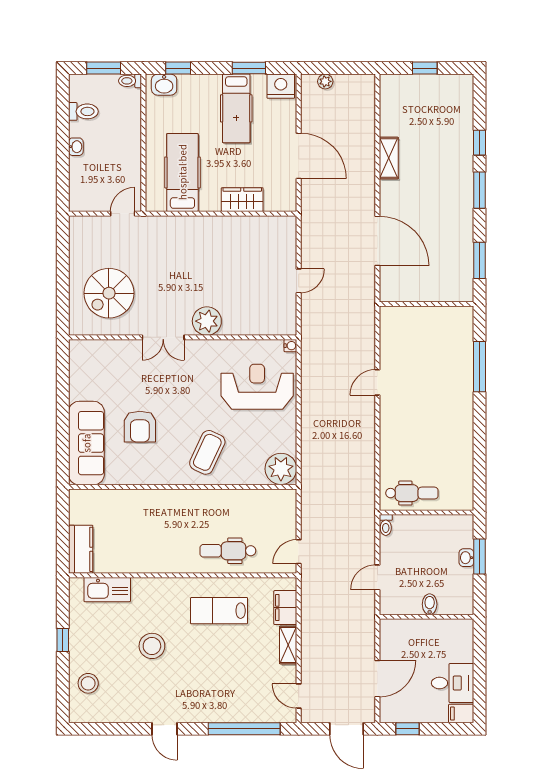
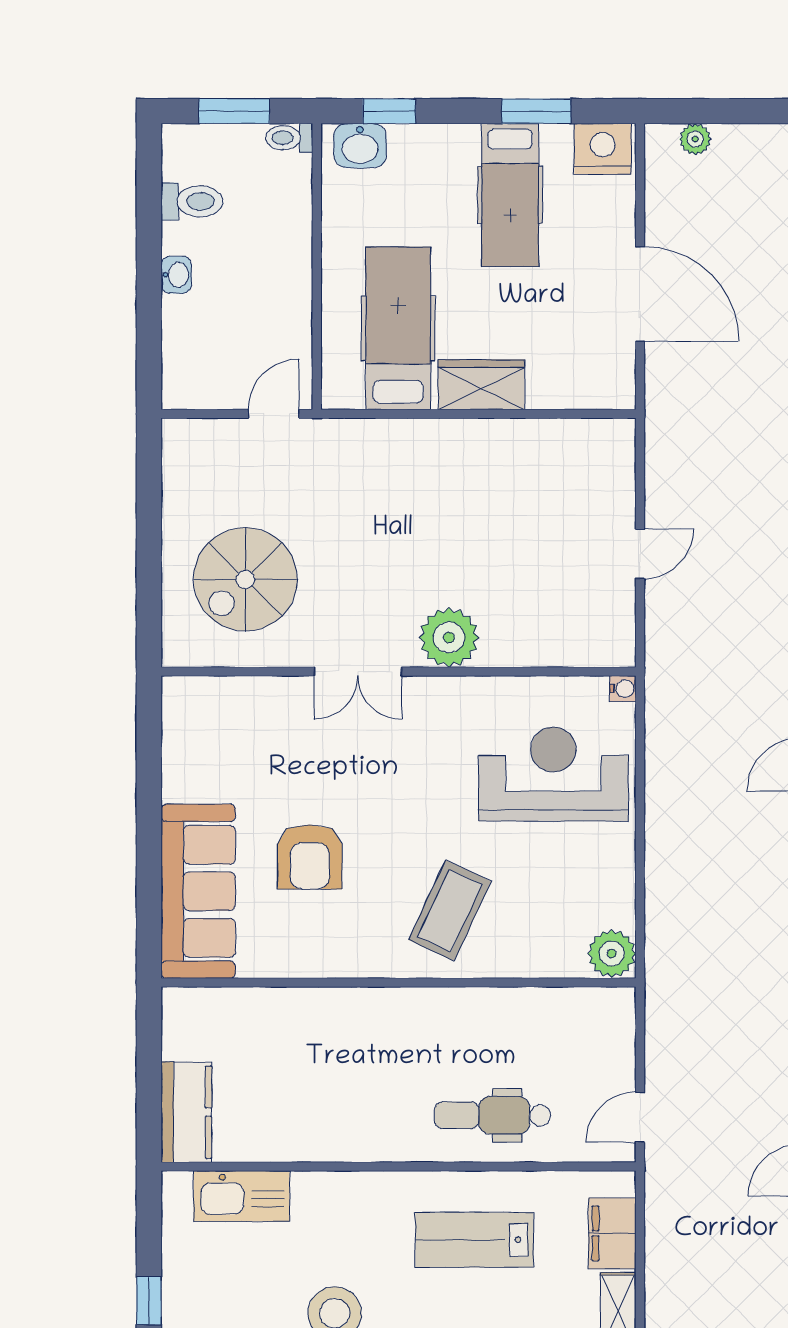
wardrobe: (242, 200) -> (481, 385), moved
plant: (281, 469) -> (612, 954), width x0.73, depth x0.73

